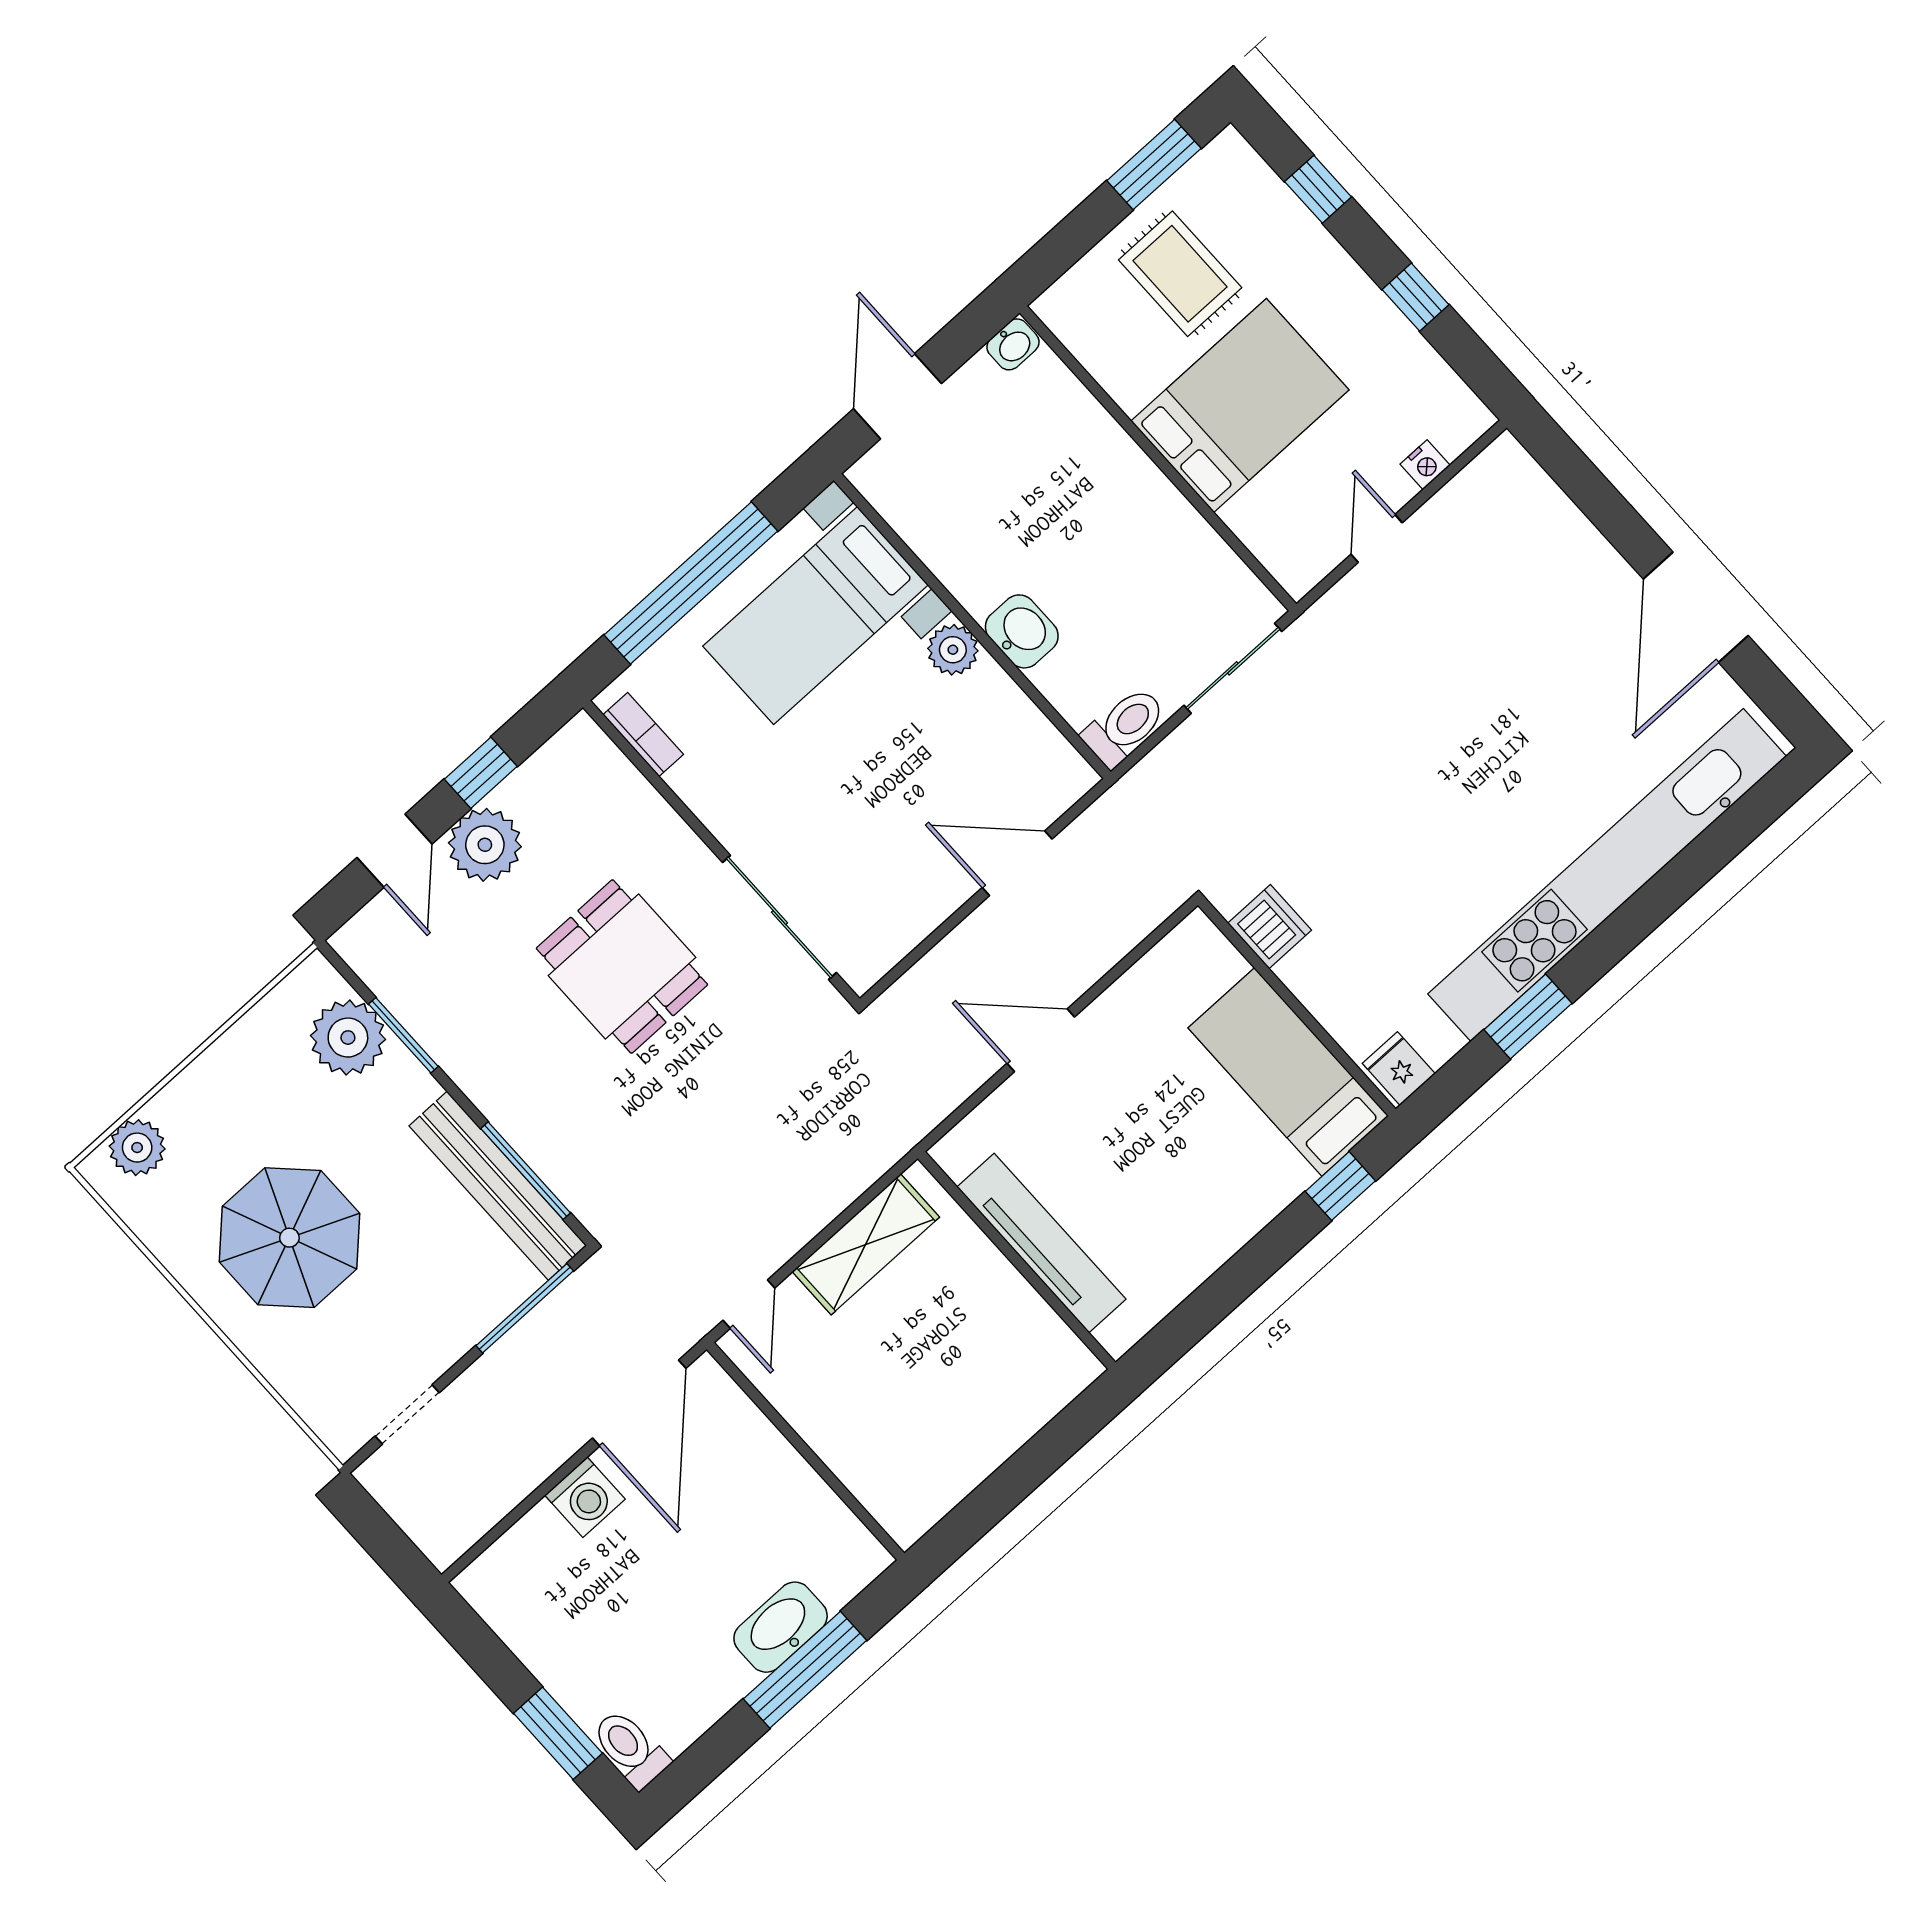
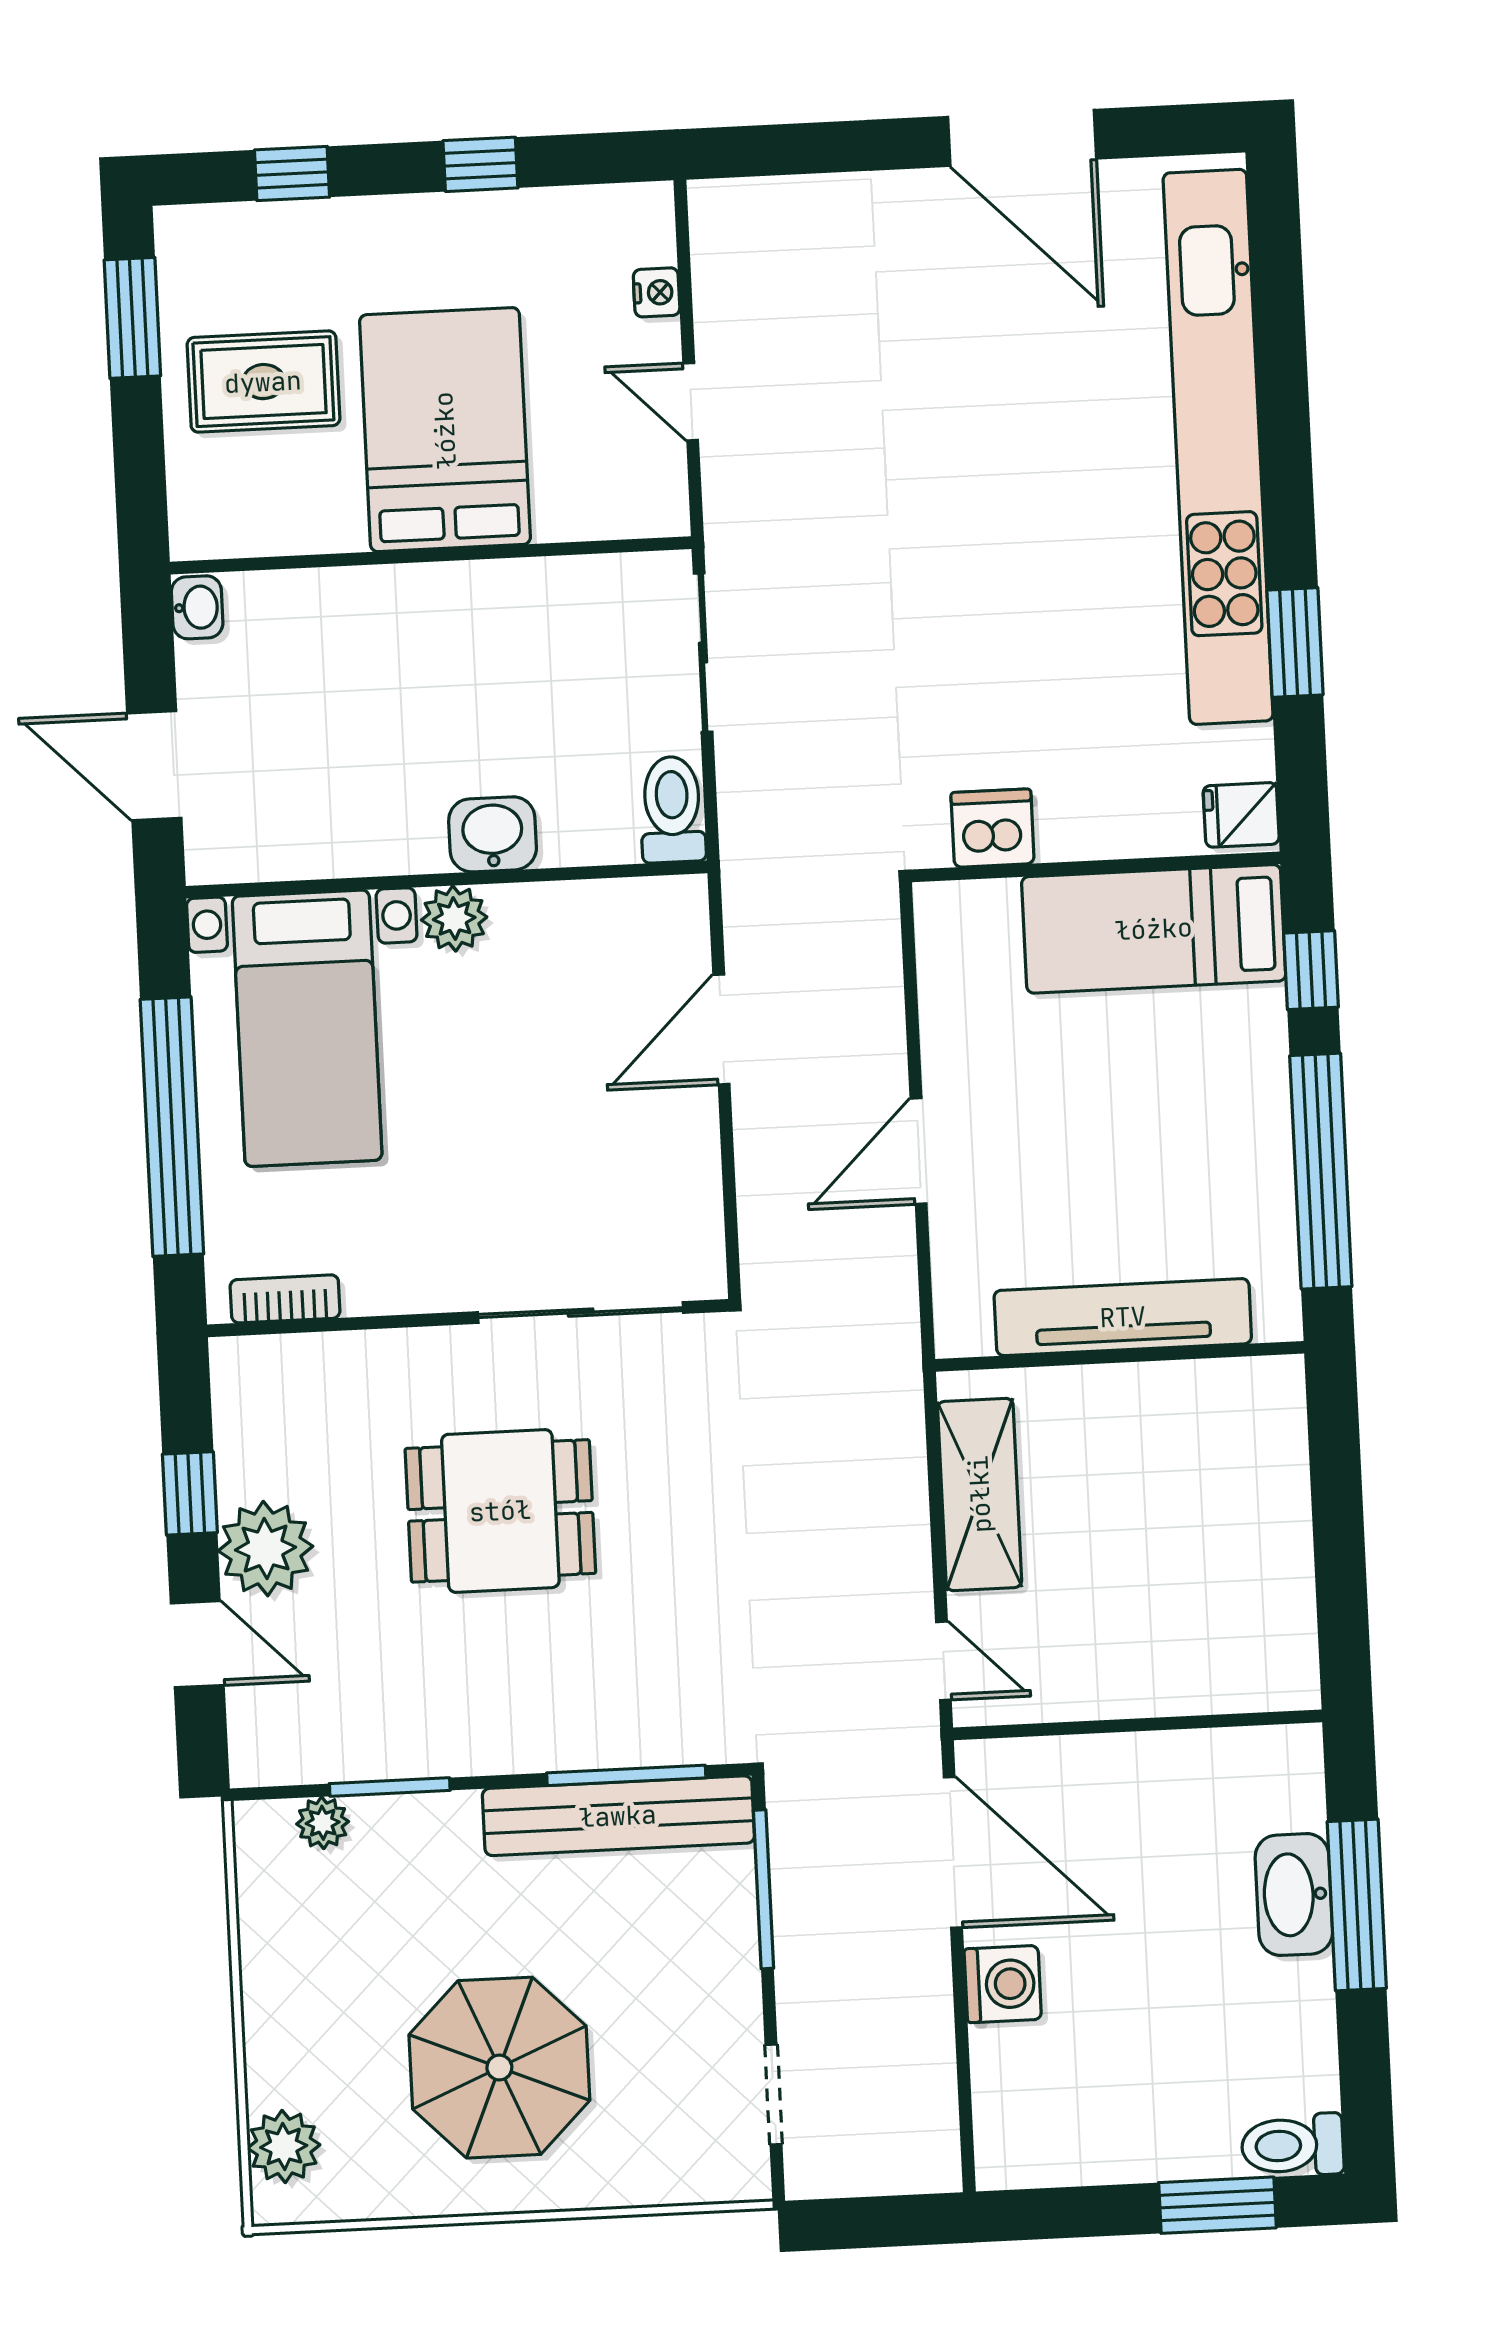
plant: (348, 1038) -> (323, 1823), width x0.53, depth x0.53
window: (1225, 1290) -> (1321, 1171), added

